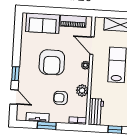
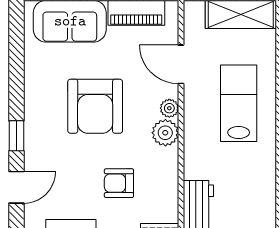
plant: (82, 90) -> (165, 133), moved
door: (14, 97) -> (16, 187), hinge flipped

